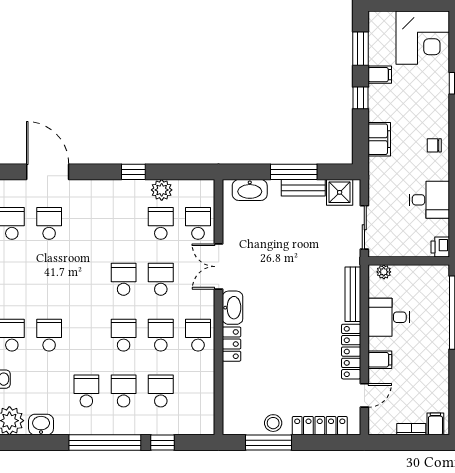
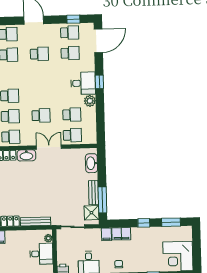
filing cabinet: (380, 75) -> (106, 234), moved
door: (48, 172) -> (98, 41), moved
window: (133, 172) -> (99, 82), moved
window: (294, 172) -> (102, 200), moved
plant: (162, 190) -> (90, 101), moved
desk: (104, 201) -> (83, 83), added
school desk: (124, 279) -> (39, 54), moved
desk: (389, 317) -> (41, 254), moved, turned 90

